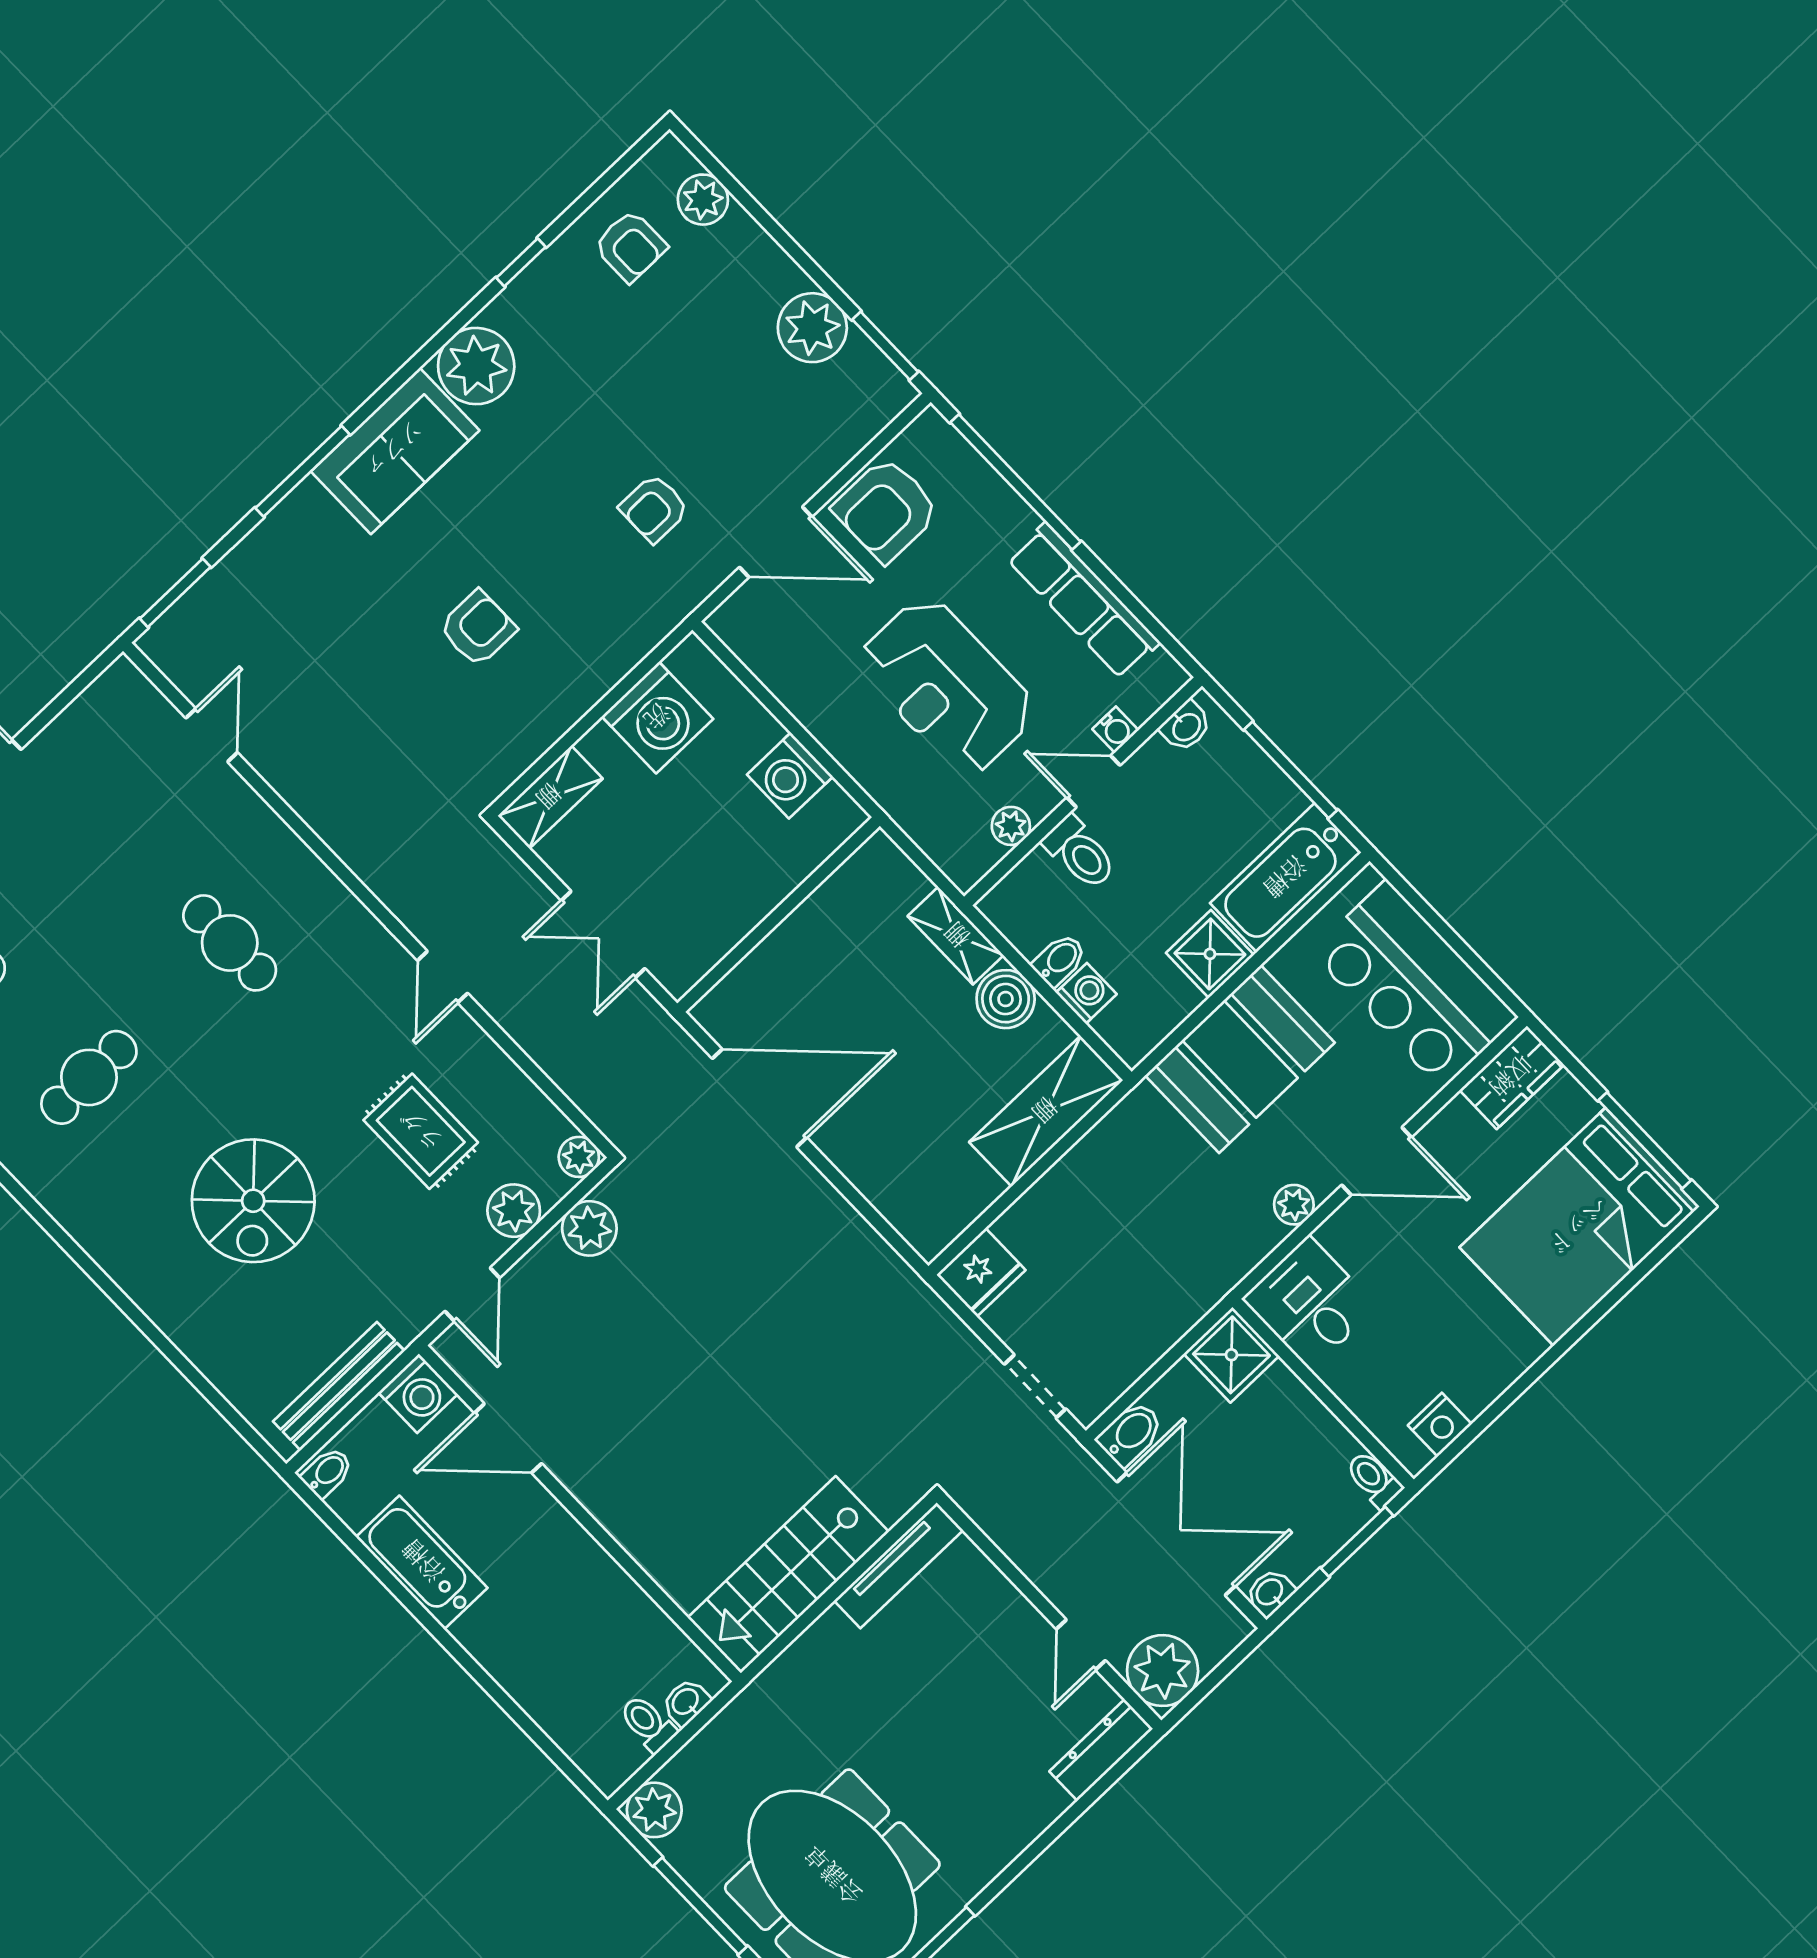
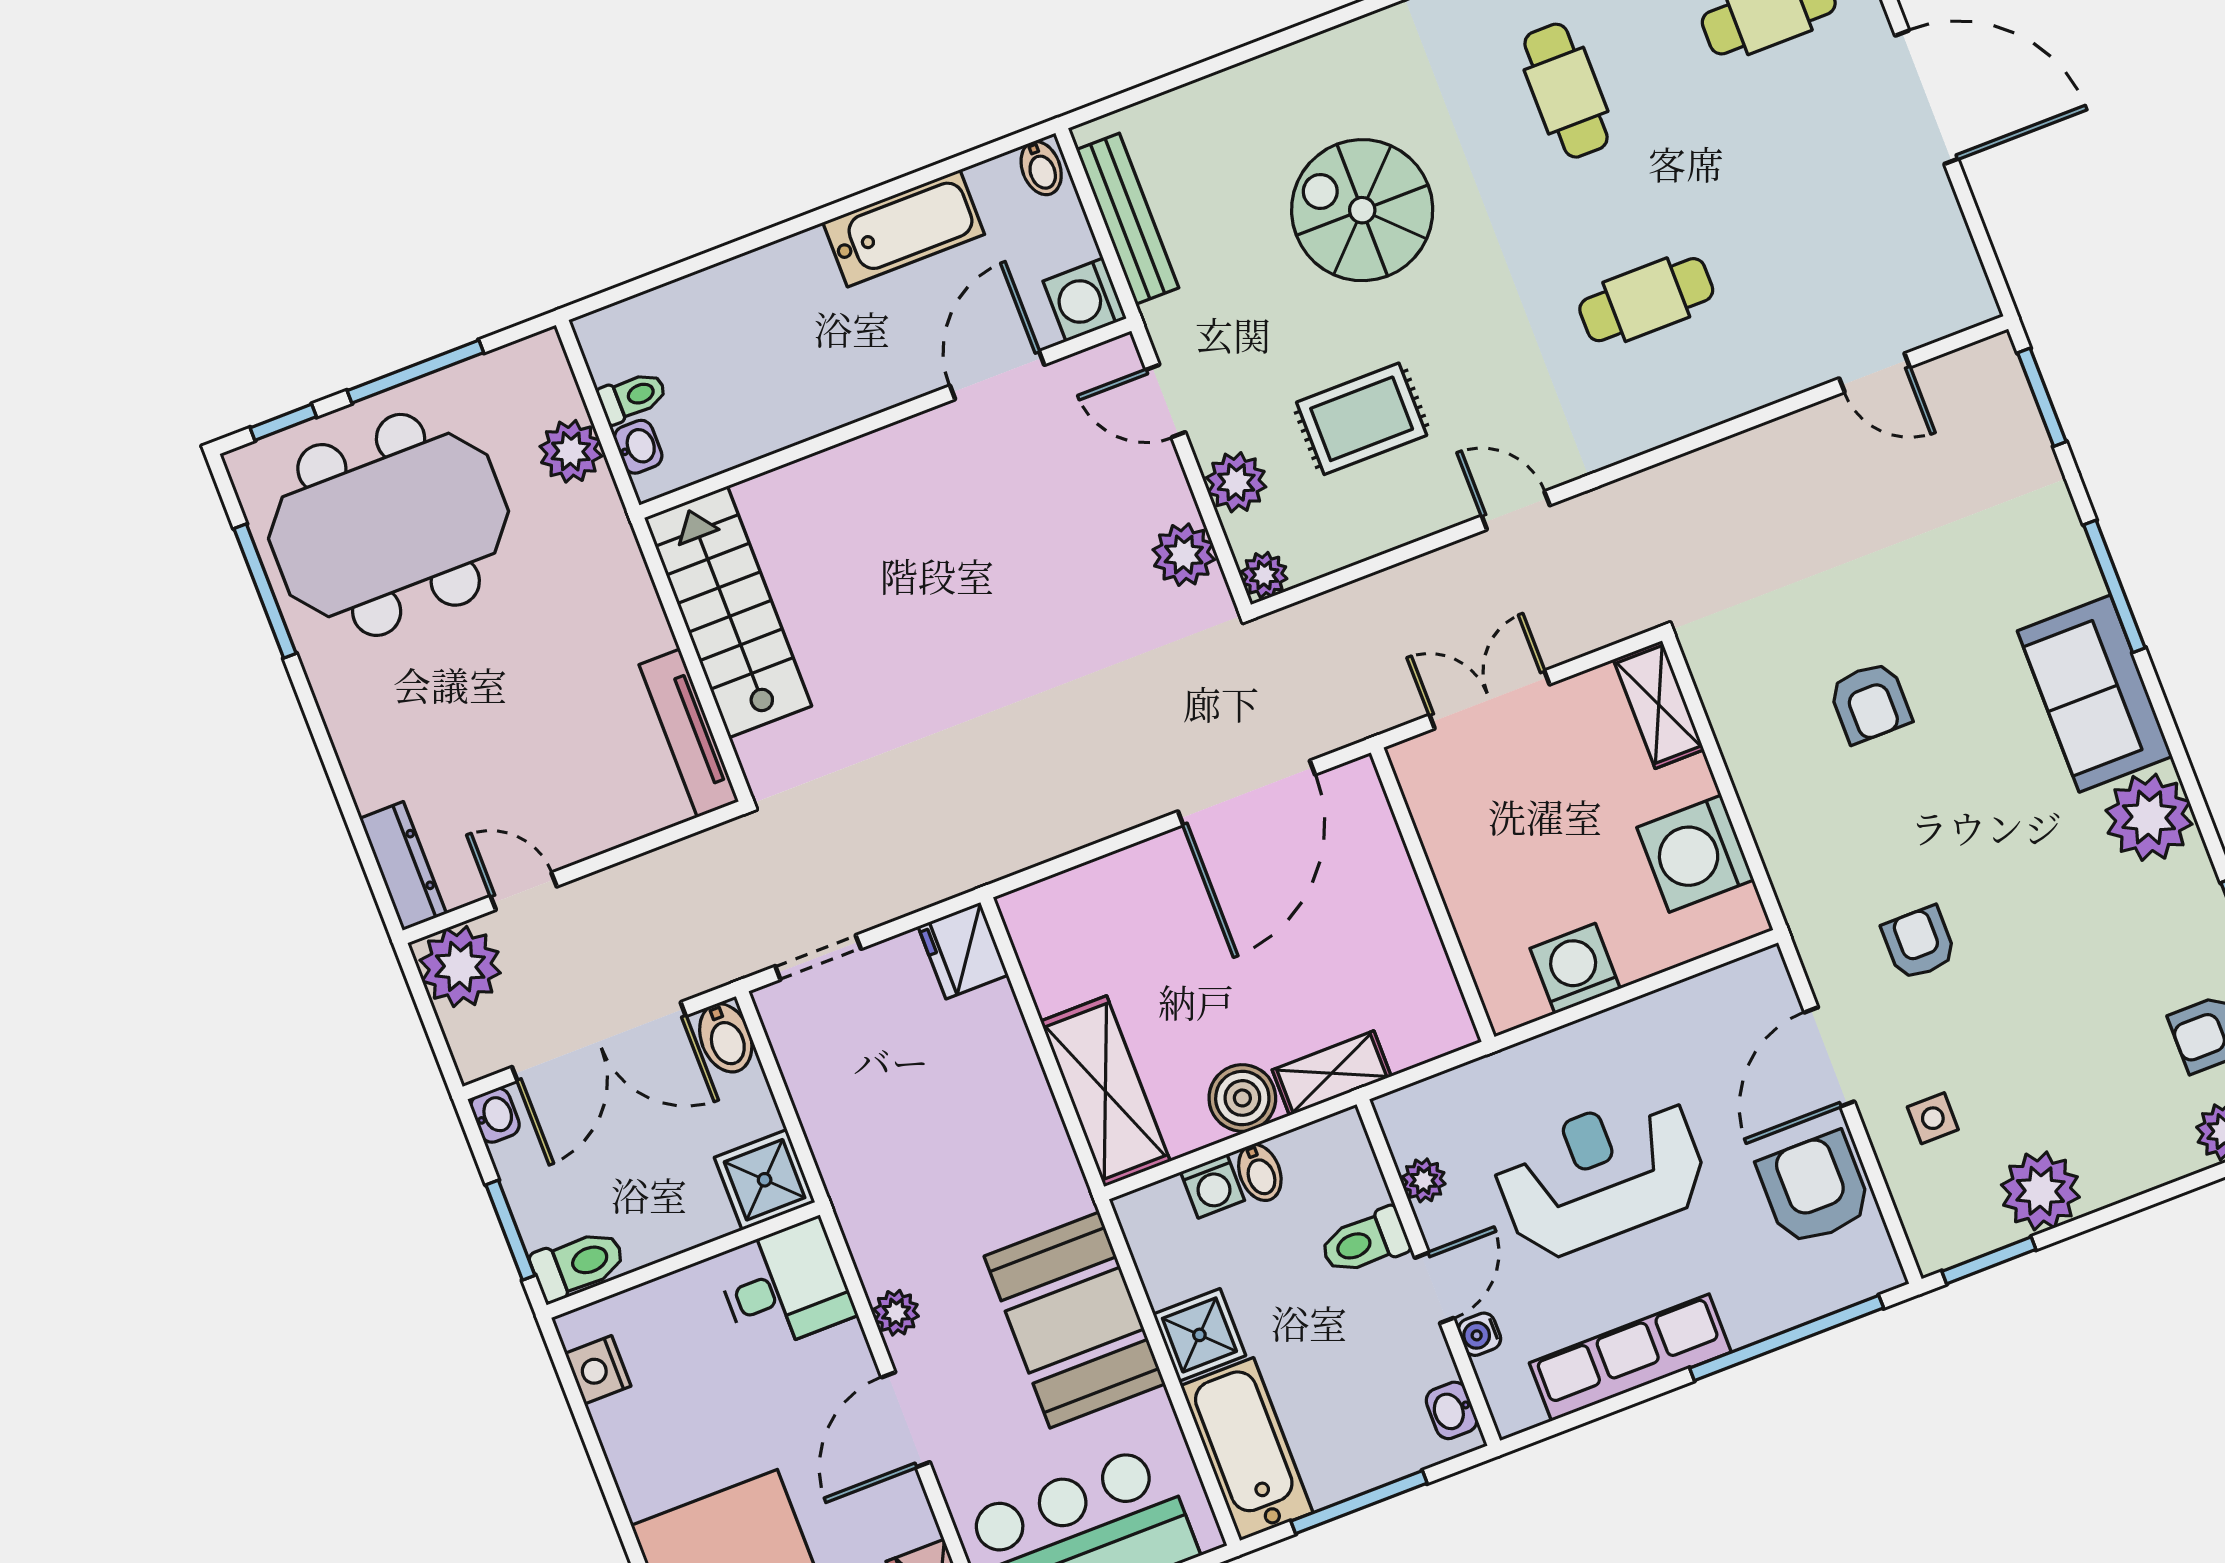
side table: (790, 438) -> (1933, 1118), added
toilet: (1374, 1479) -> (578, 1264), width x1.37, depth x1.39
plant: (654, 1810) -> (571, 451), moved

